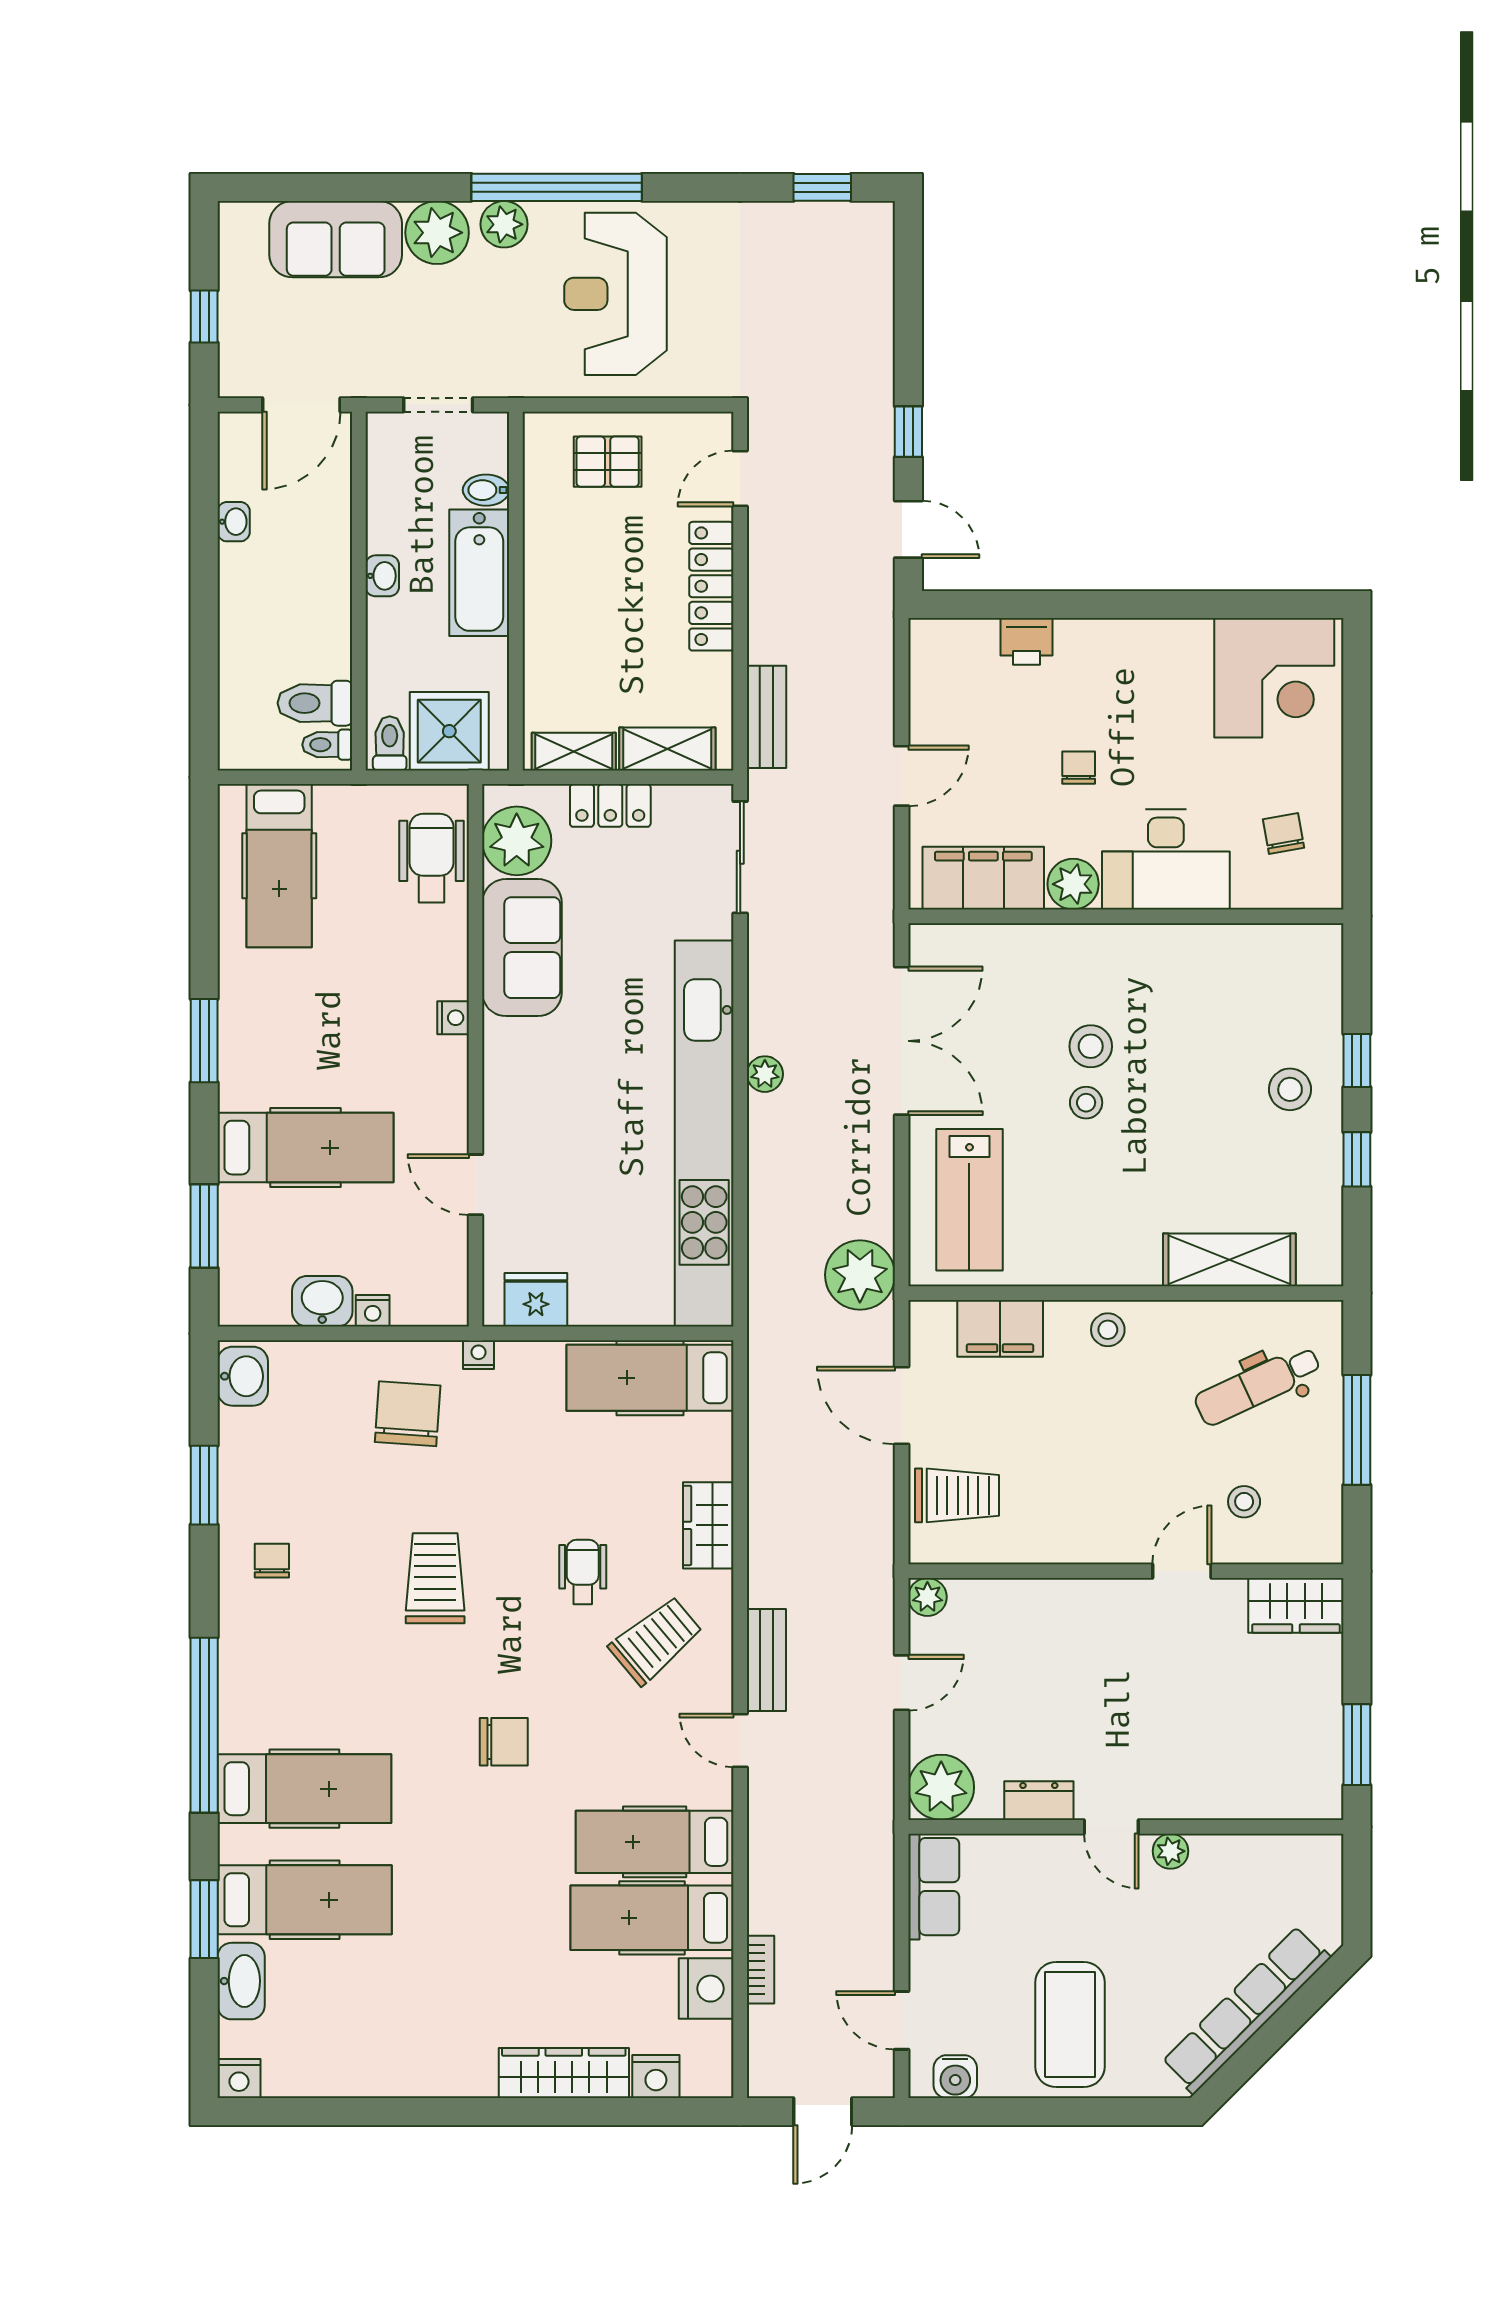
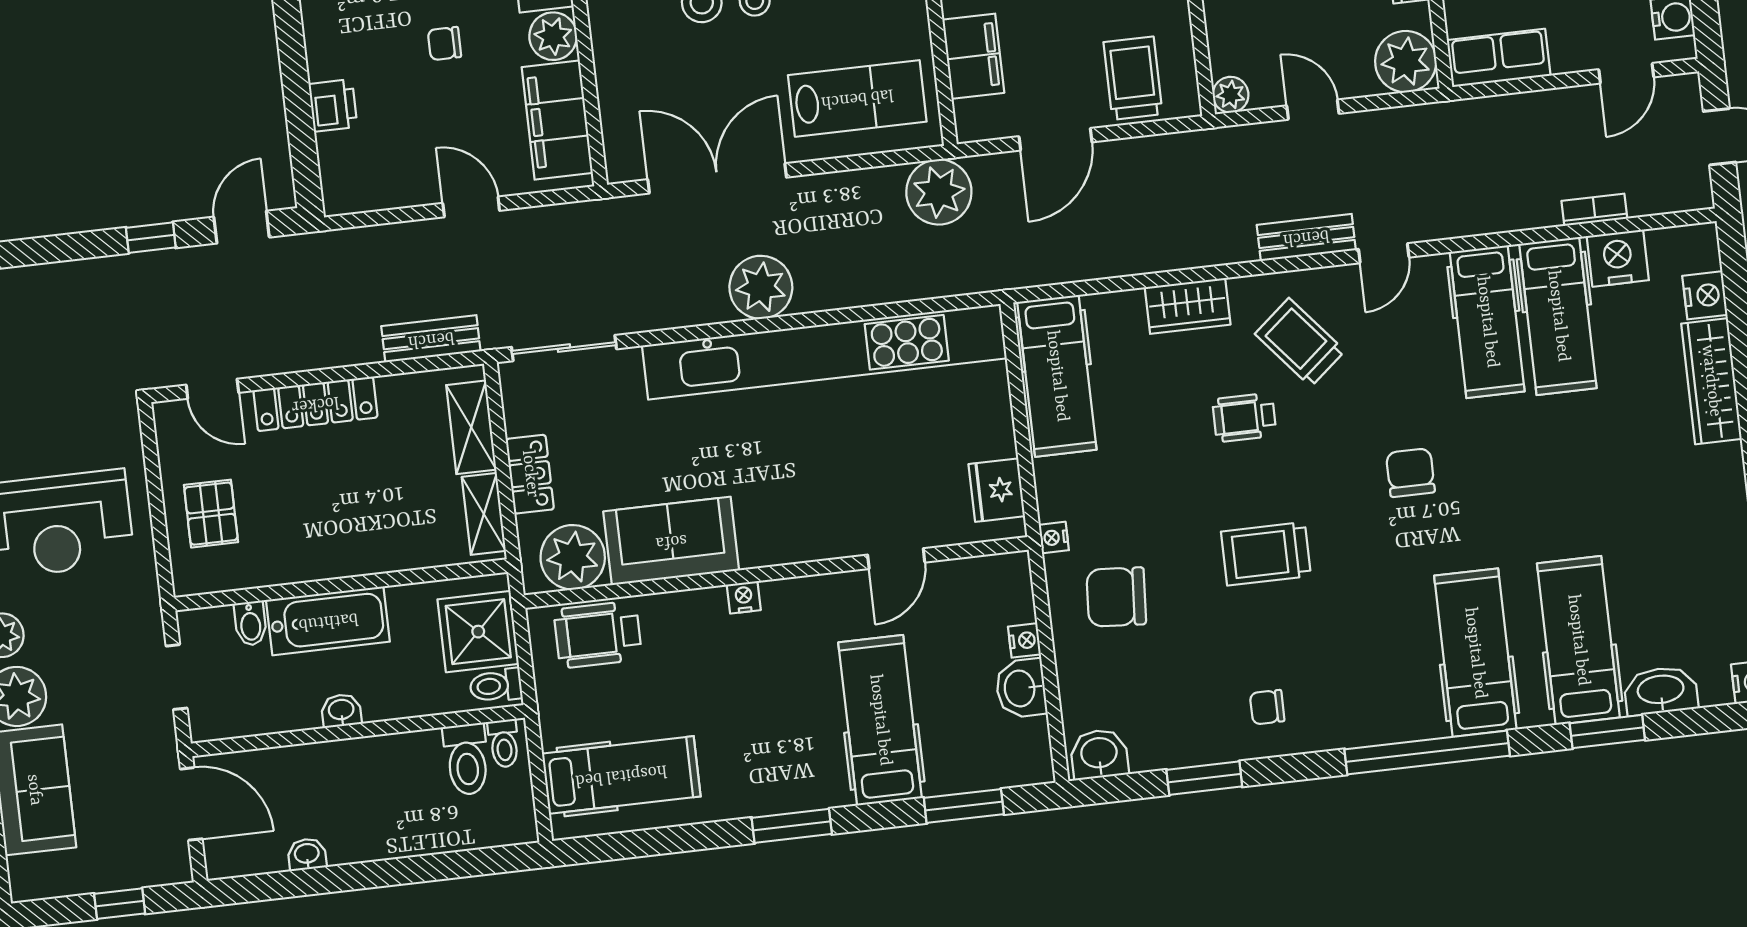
plant: (765, 1074) -> (761, 287), width x1.87, depth x1.87

